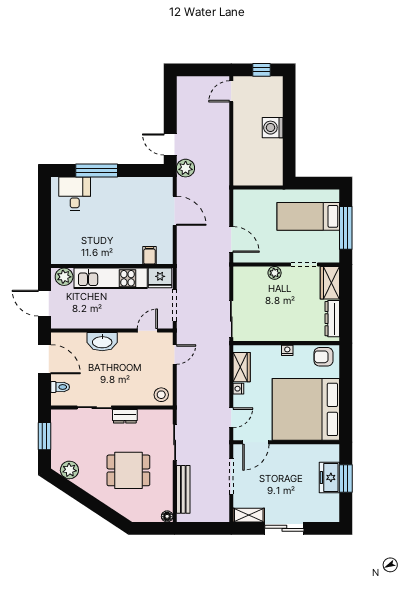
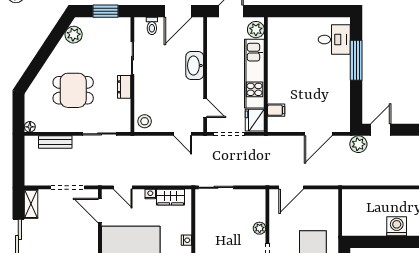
dining table: (128, 470) -> (73, 90), turned 90
bench: (183, 489) -> (55, 142), width x0.73

